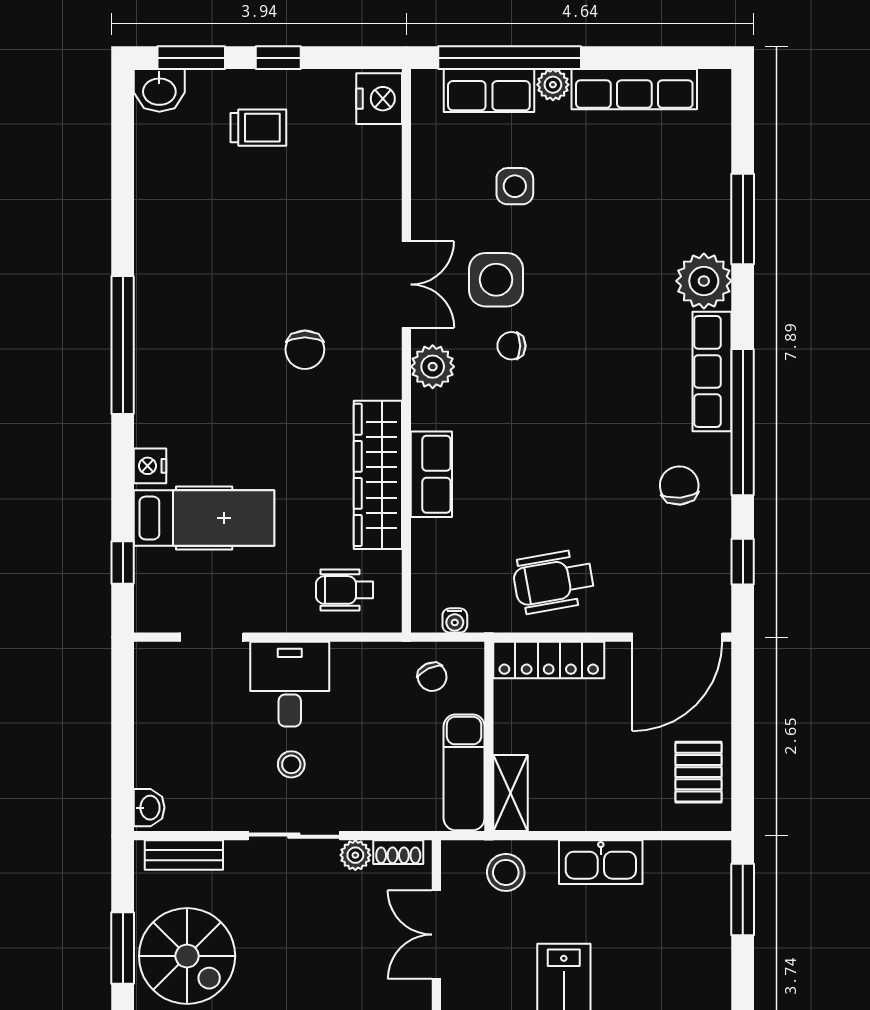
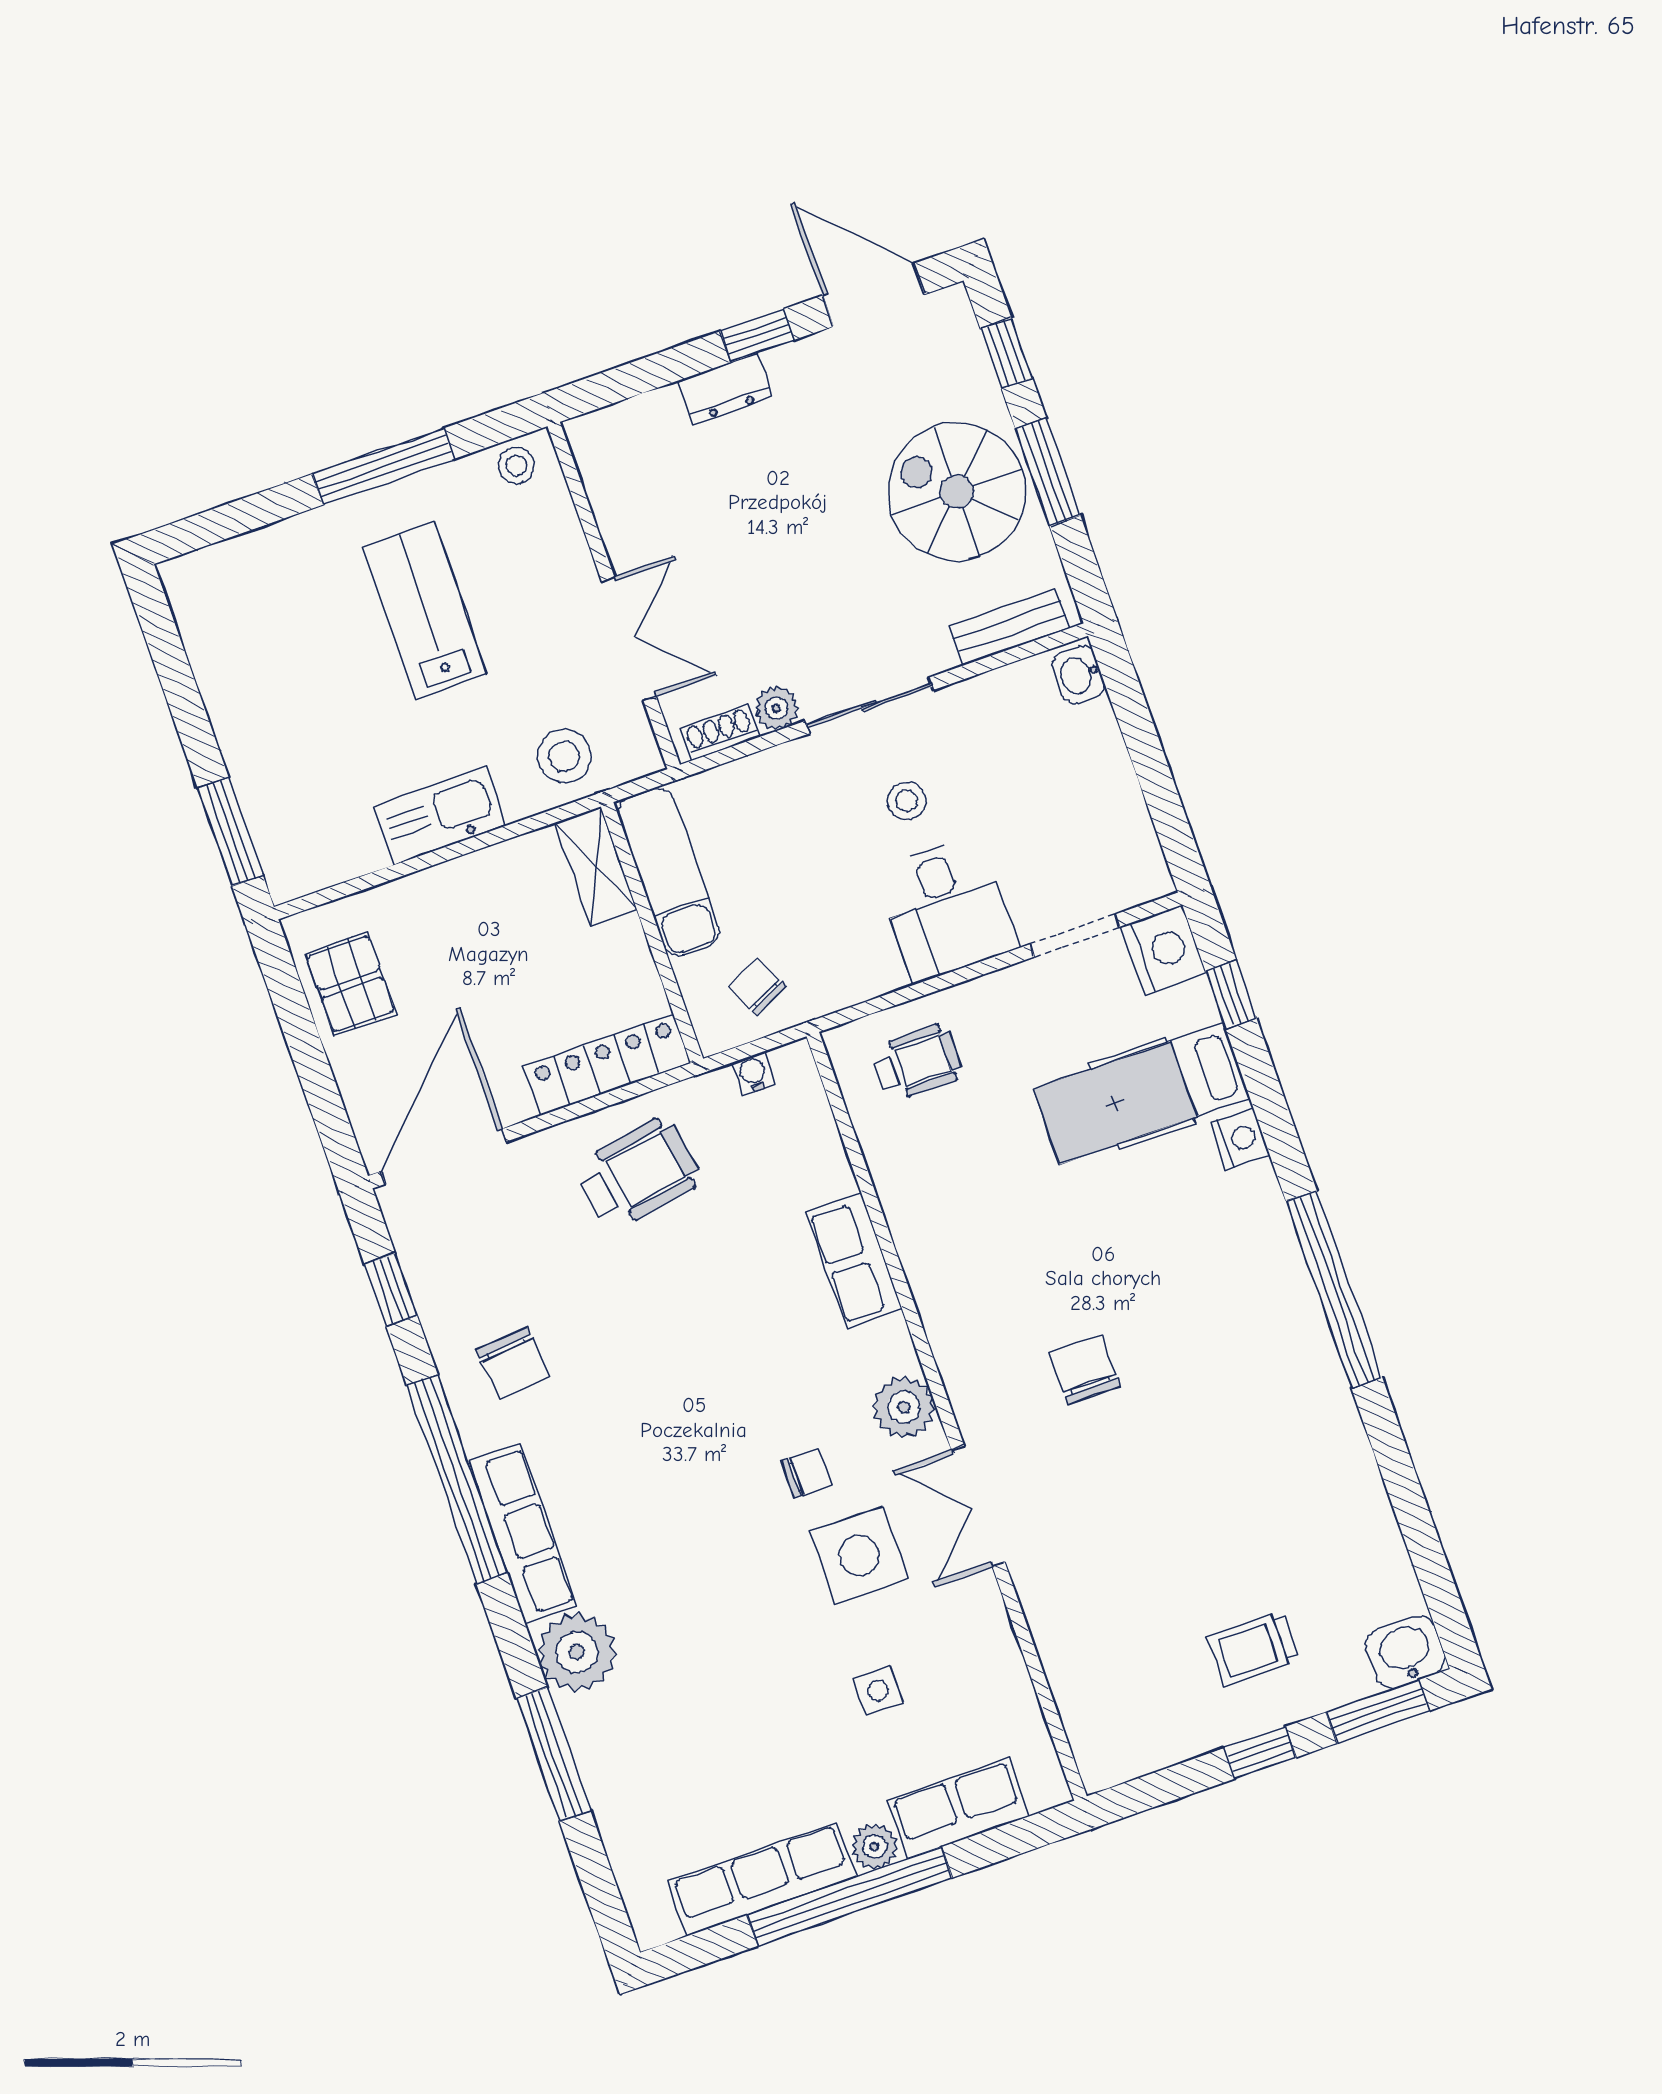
window: (510, 58) -> (850, 1896), moved
nightstand: (379, 99) -> (1163, 950), moved, turned 180
side table: (515, 186) -> (878, 1691), width x0.73, depth x0.73
wardrobe: (378, 475) -> (926, 1235), removed

